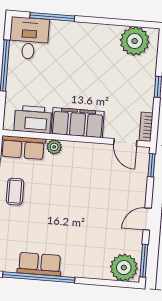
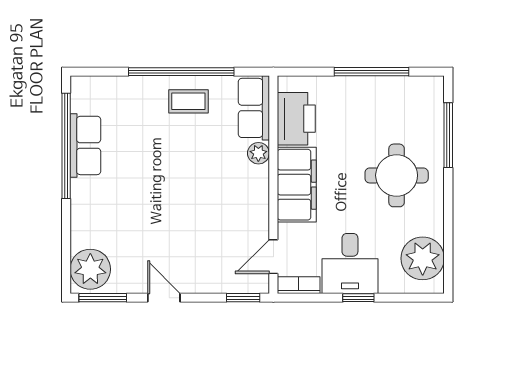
desk: (29, 38) -> (350, 263), moved, turned 90
round table: (77, 54) -> (397, 175), added

